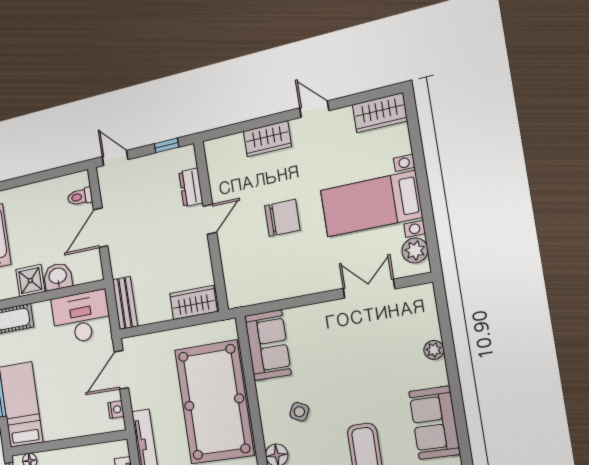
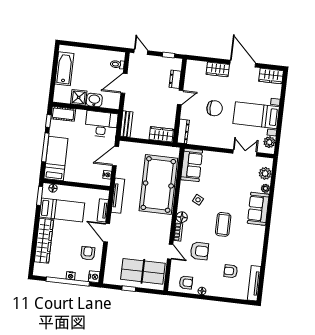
door: (314, 109) -> (243, 64), width x1.88
dresser: (233, 284) -> (183, 131), added
plant: (424, 318) -> (265, 173), added
sofa: (434, 423) -> (258, 209), moved

